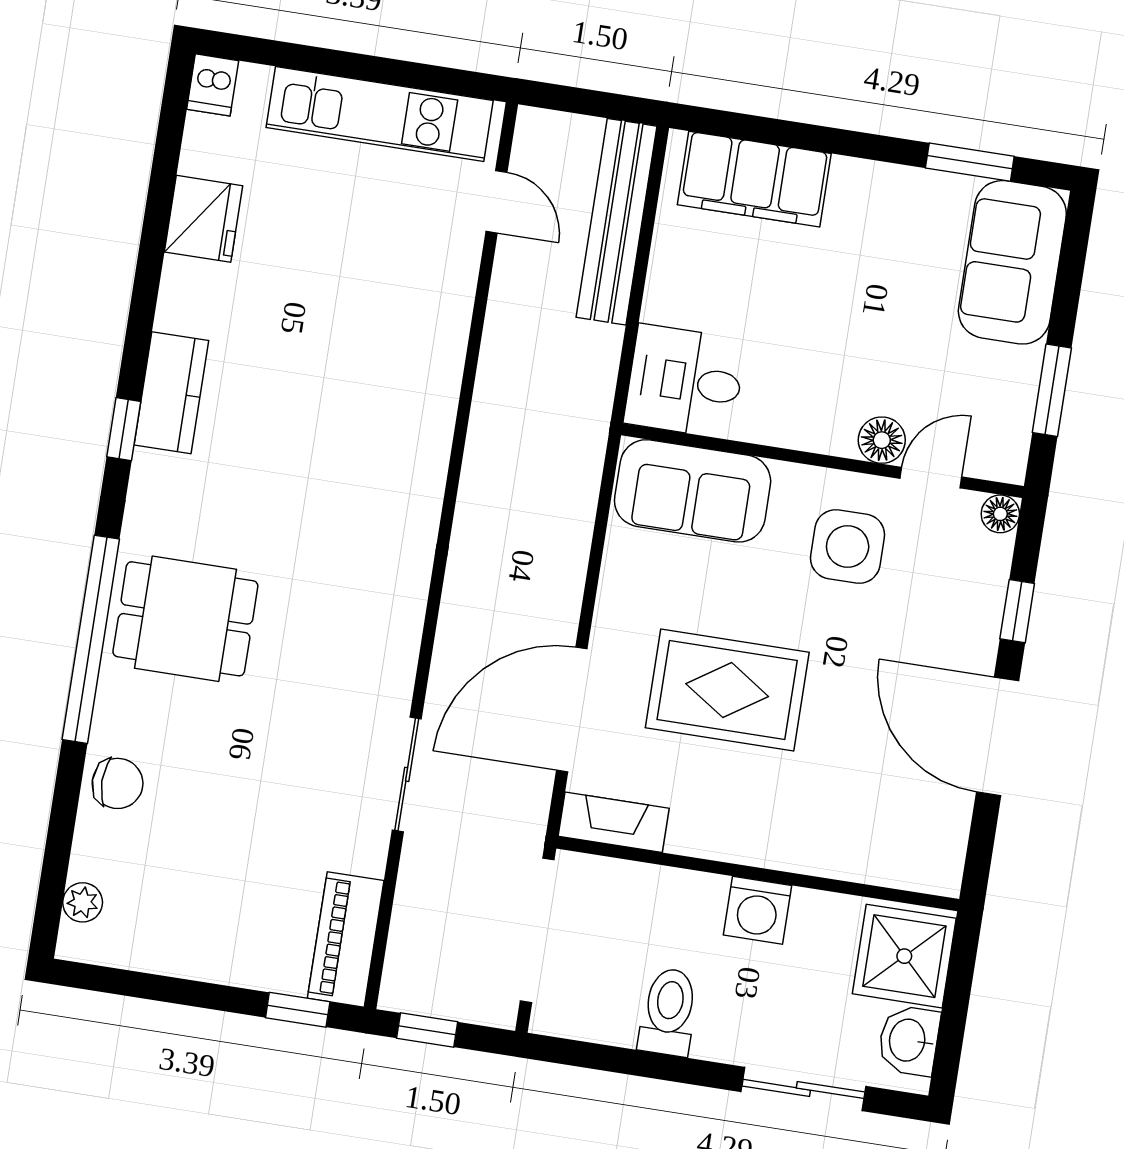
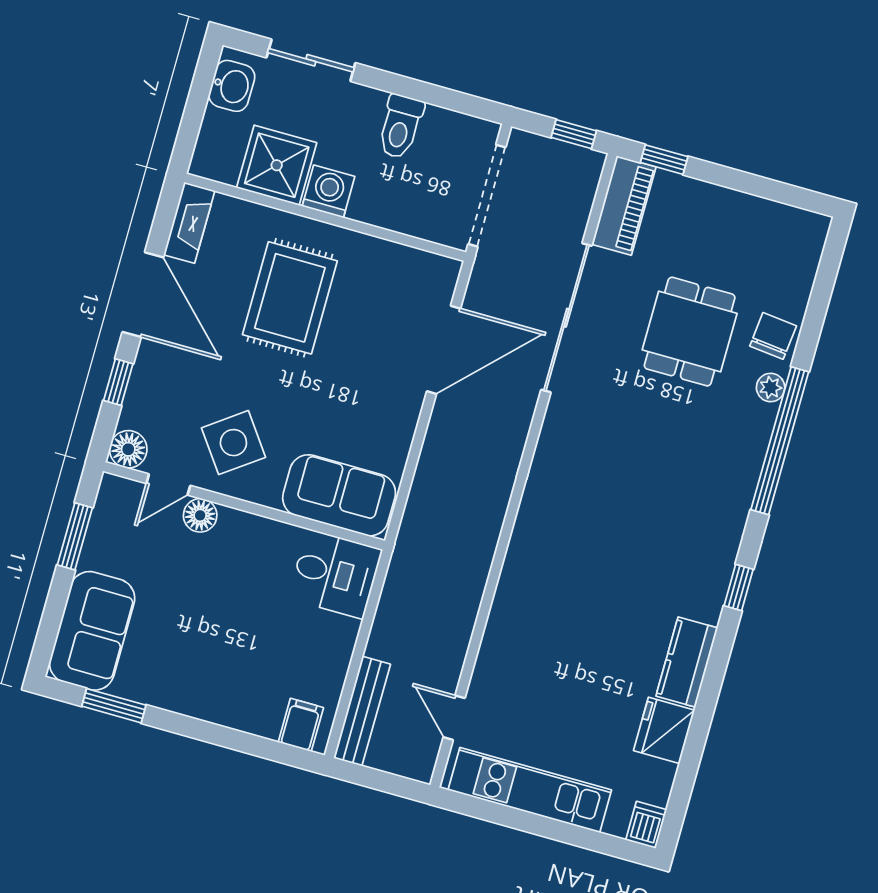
filing cabinet: (754, 179) -> (301, 725), width x0.33, depth x0.86
bench: (617, 222) -> (362, 711), width x0.73, depth x0.82
kitchen counter: (171, 393) -> (687, 662), moved
floor lamp: (1000, 514) -> (128, 449), width x1.37, depth x1.37
side table: (848, 546) -> (233, 443), turned -36
dining table: (185, 619) -> (690, 332), moved, turned 90
rug: (727, 690) -> (290, 298), moved, turned 90
sliding door: (407, 774) -> (566, 318), width x1.86
chair: (118, 783) -> (773, 336), turned 96
fireplace: (614, 822) -> (189, 223), moved, turned -90
plant: (83, 902) -> (771, 388), moved
shower: (904, 956) -> (277, 165), moved

